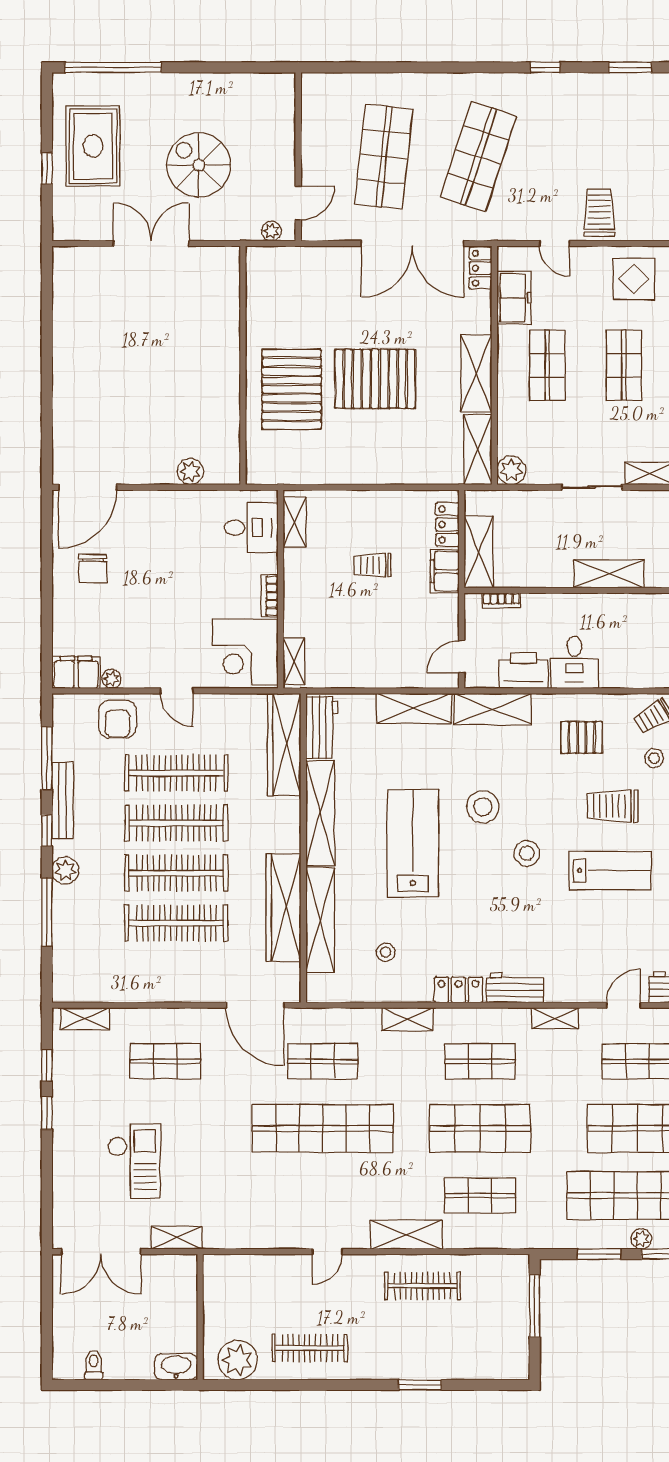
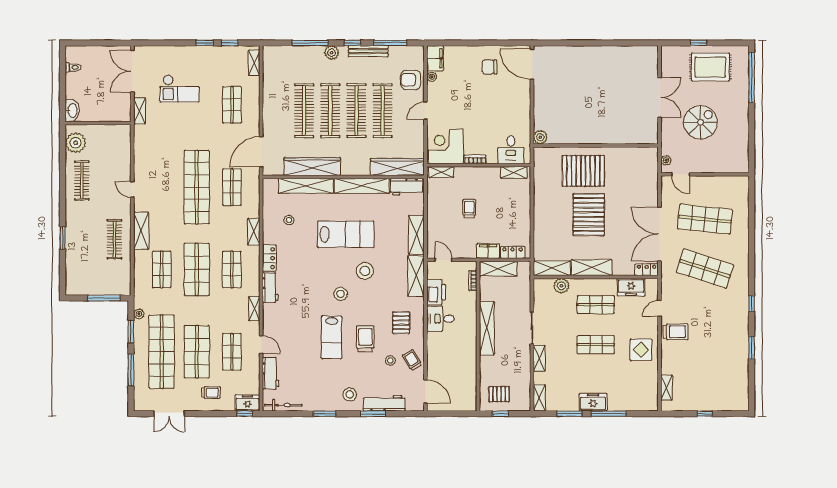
plant: (511, 470) -> (561, 286), moved
plant: (190, 472) -> (540, 137), moved
trolley: (373, 565) -> (469, 209), moved
shelving: (609, 574) -> (487, 328), width x1.47
plant: (641, 1239) -> (139, 314), moved

